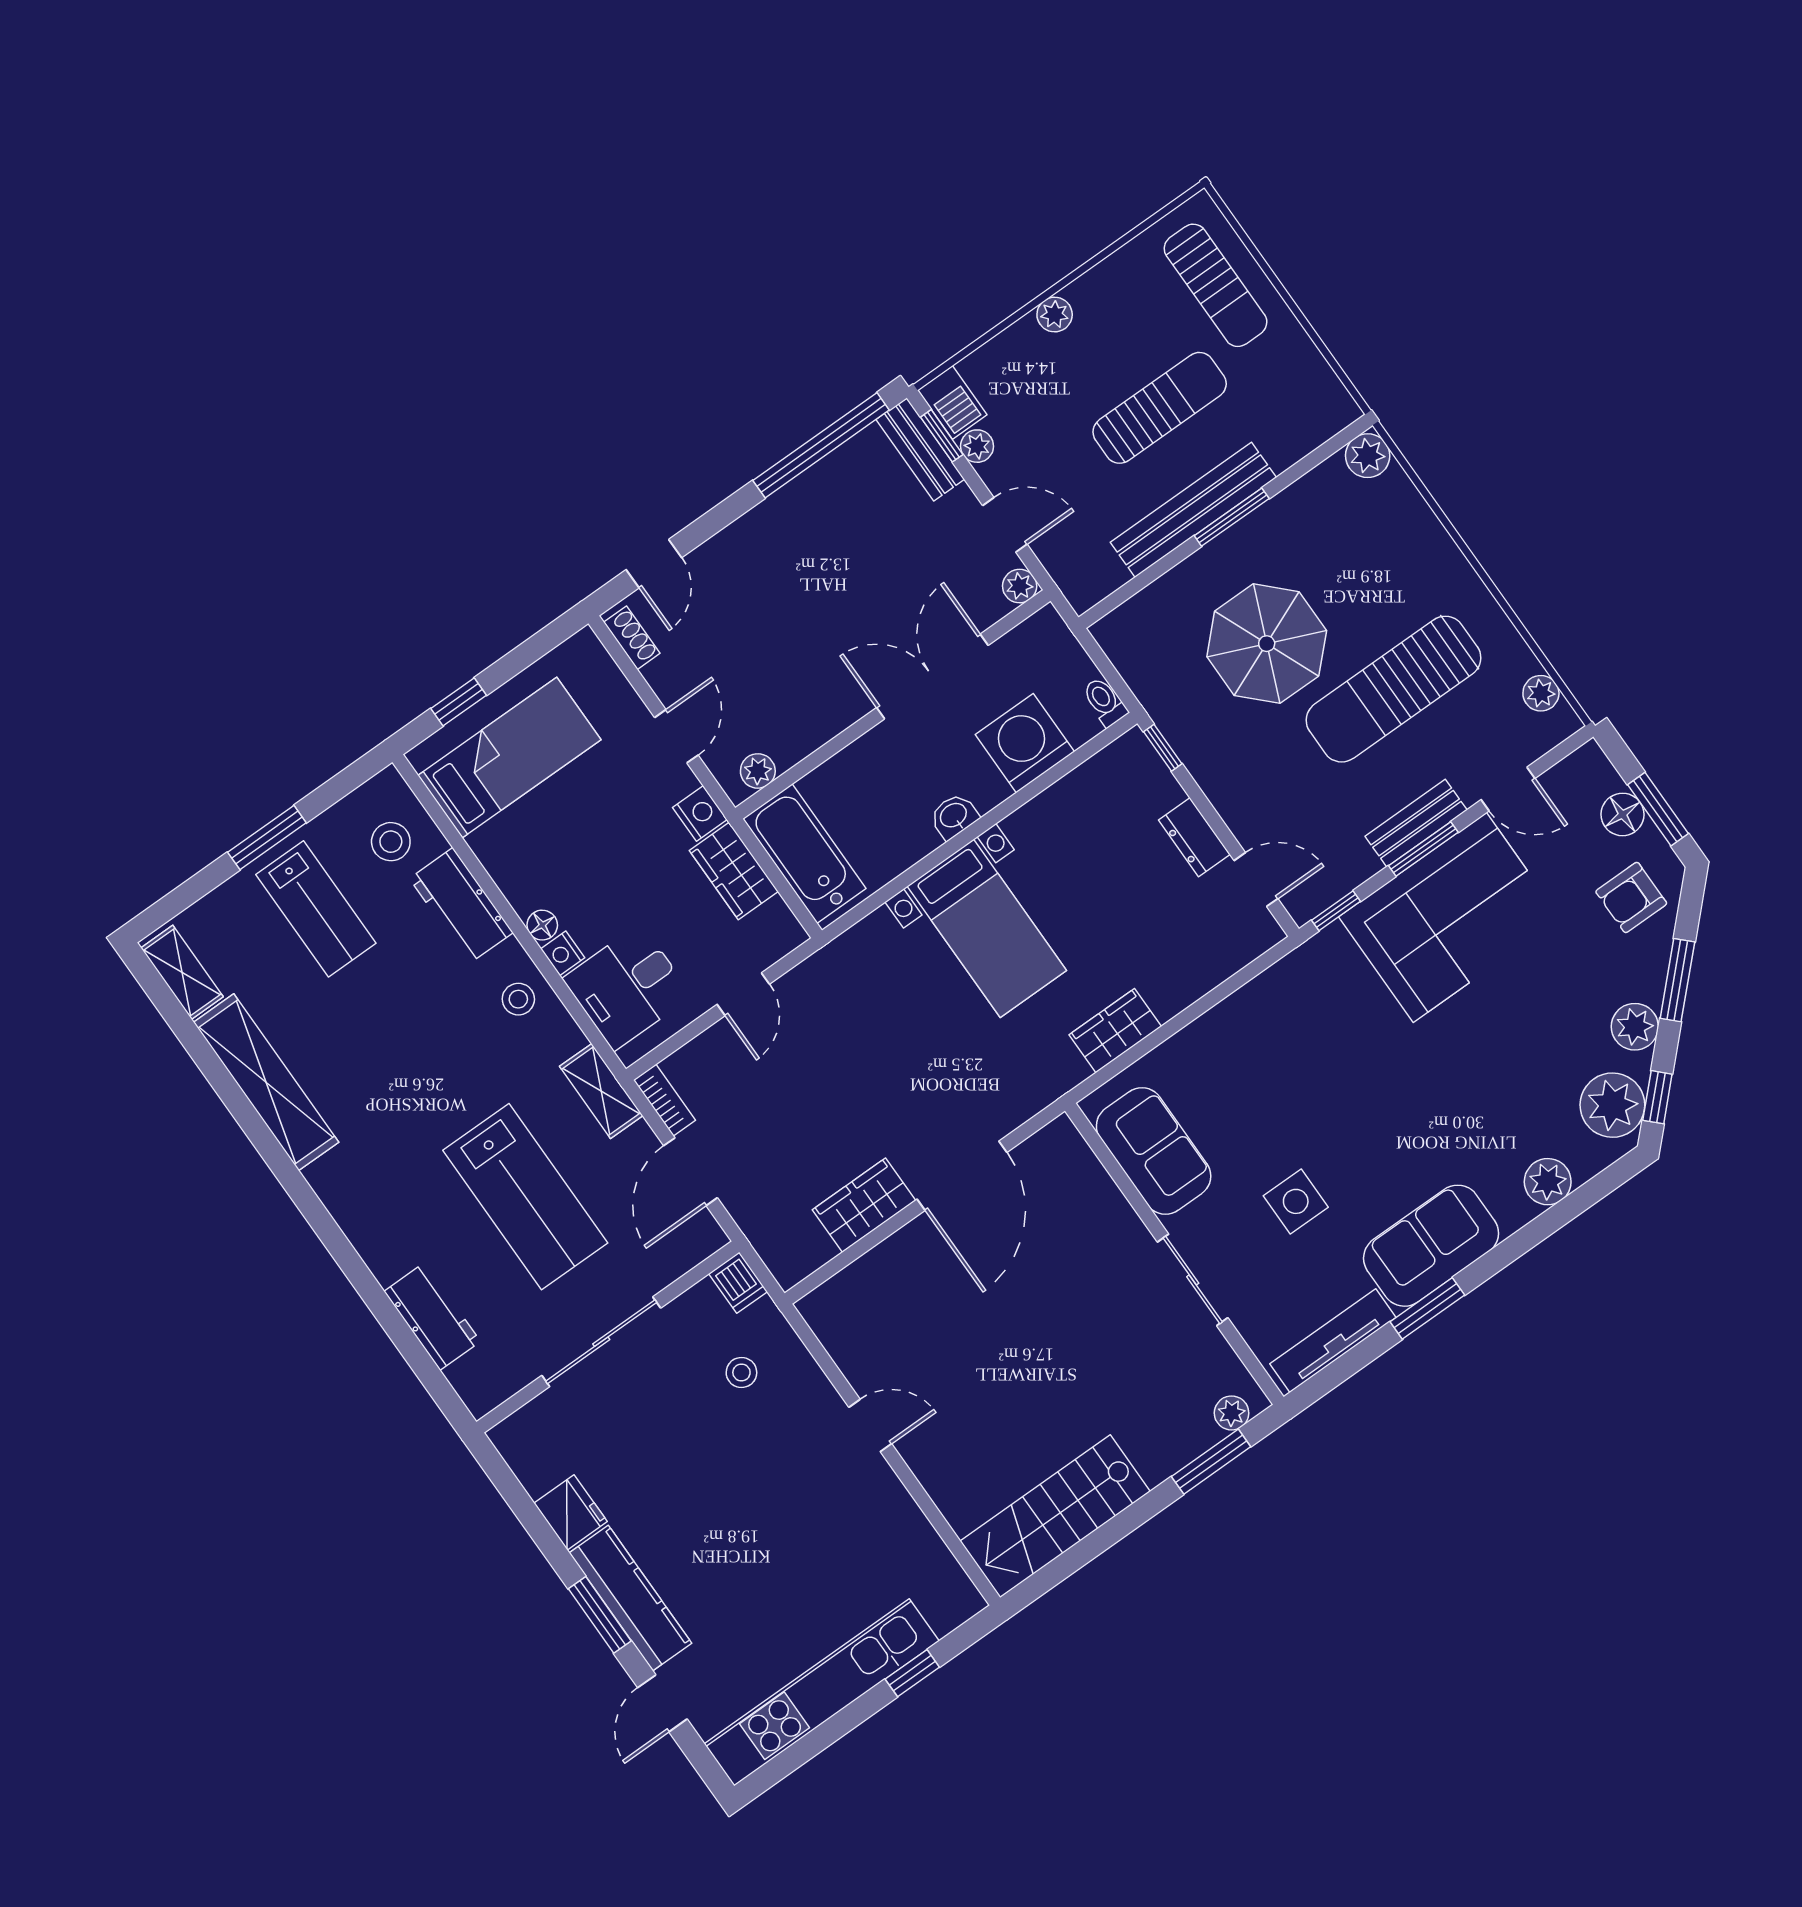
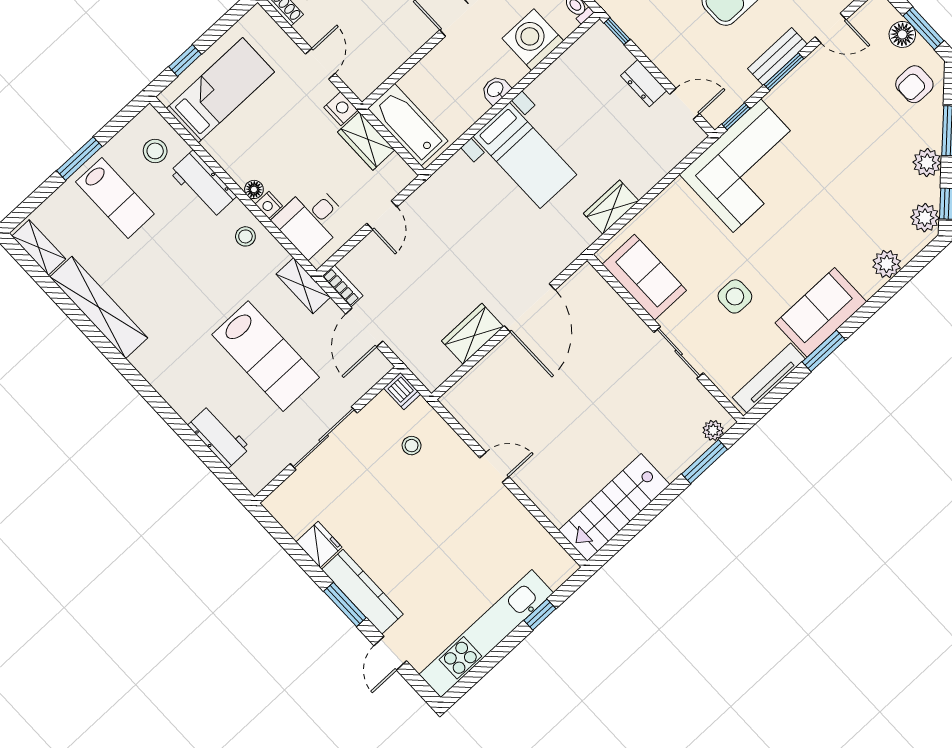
plant: (758, 771) -> (373, 78), removed
corner sofa: (1450, 917) -> (747, 166), moved
plant: (1612, 1105) -> (925, 218), width x0.73, depth x0.73

